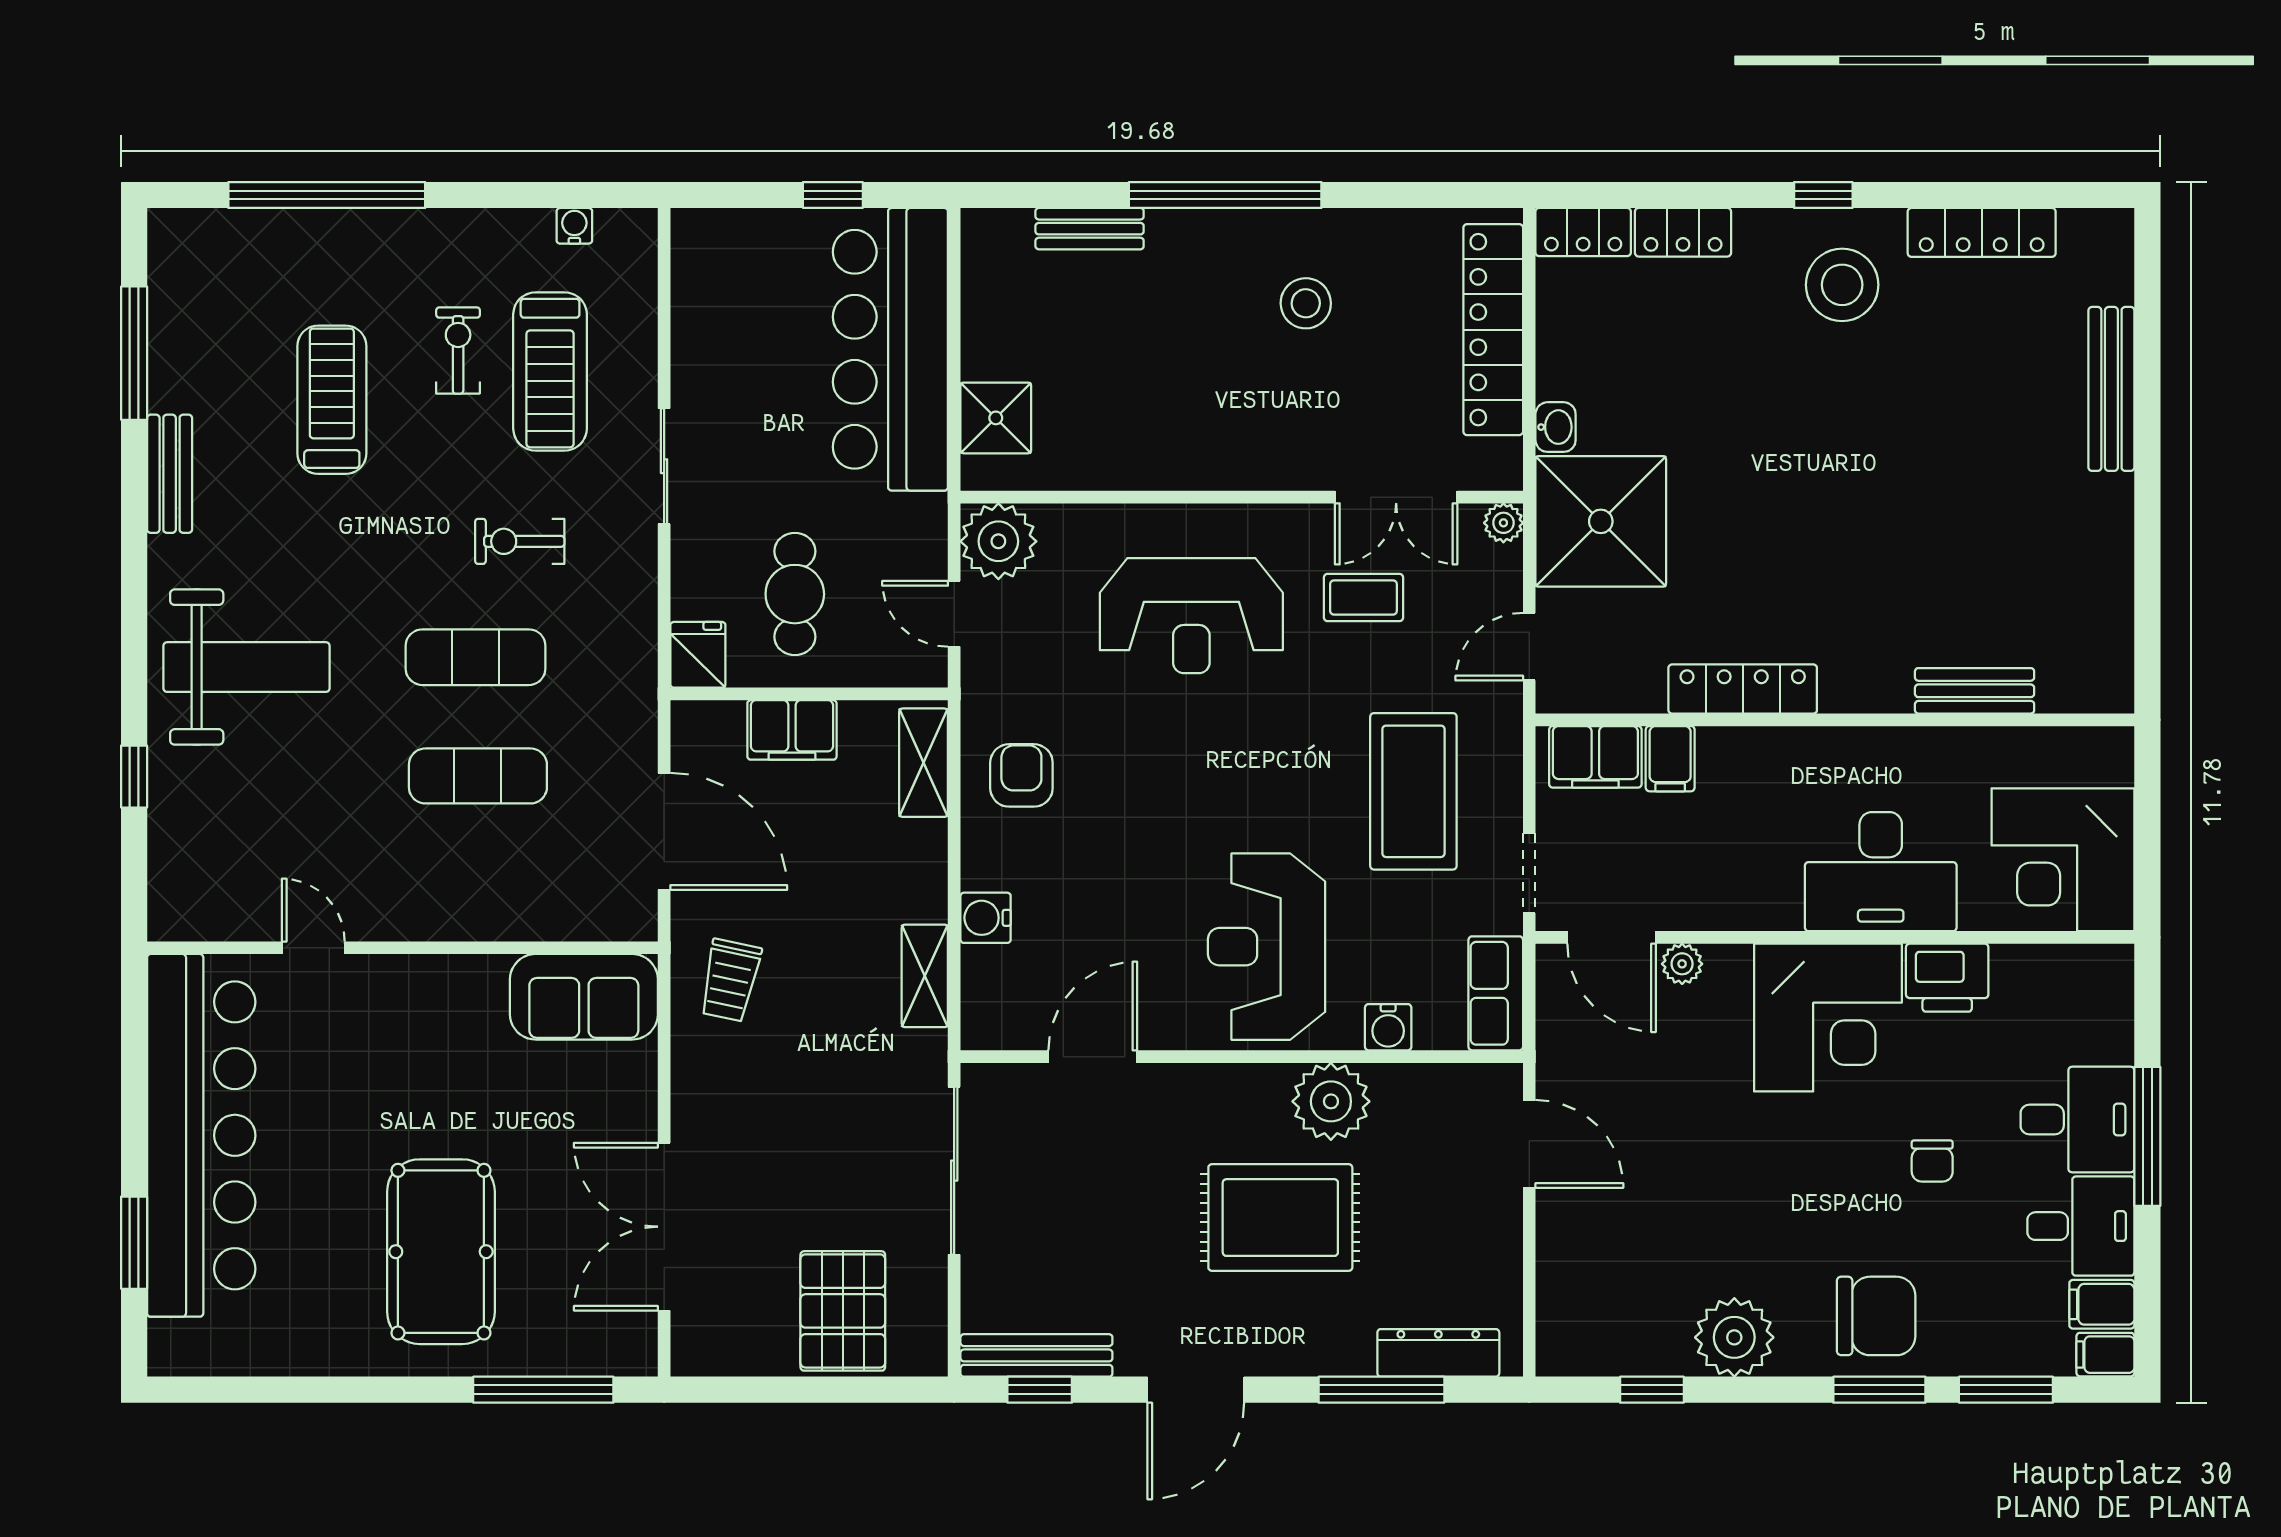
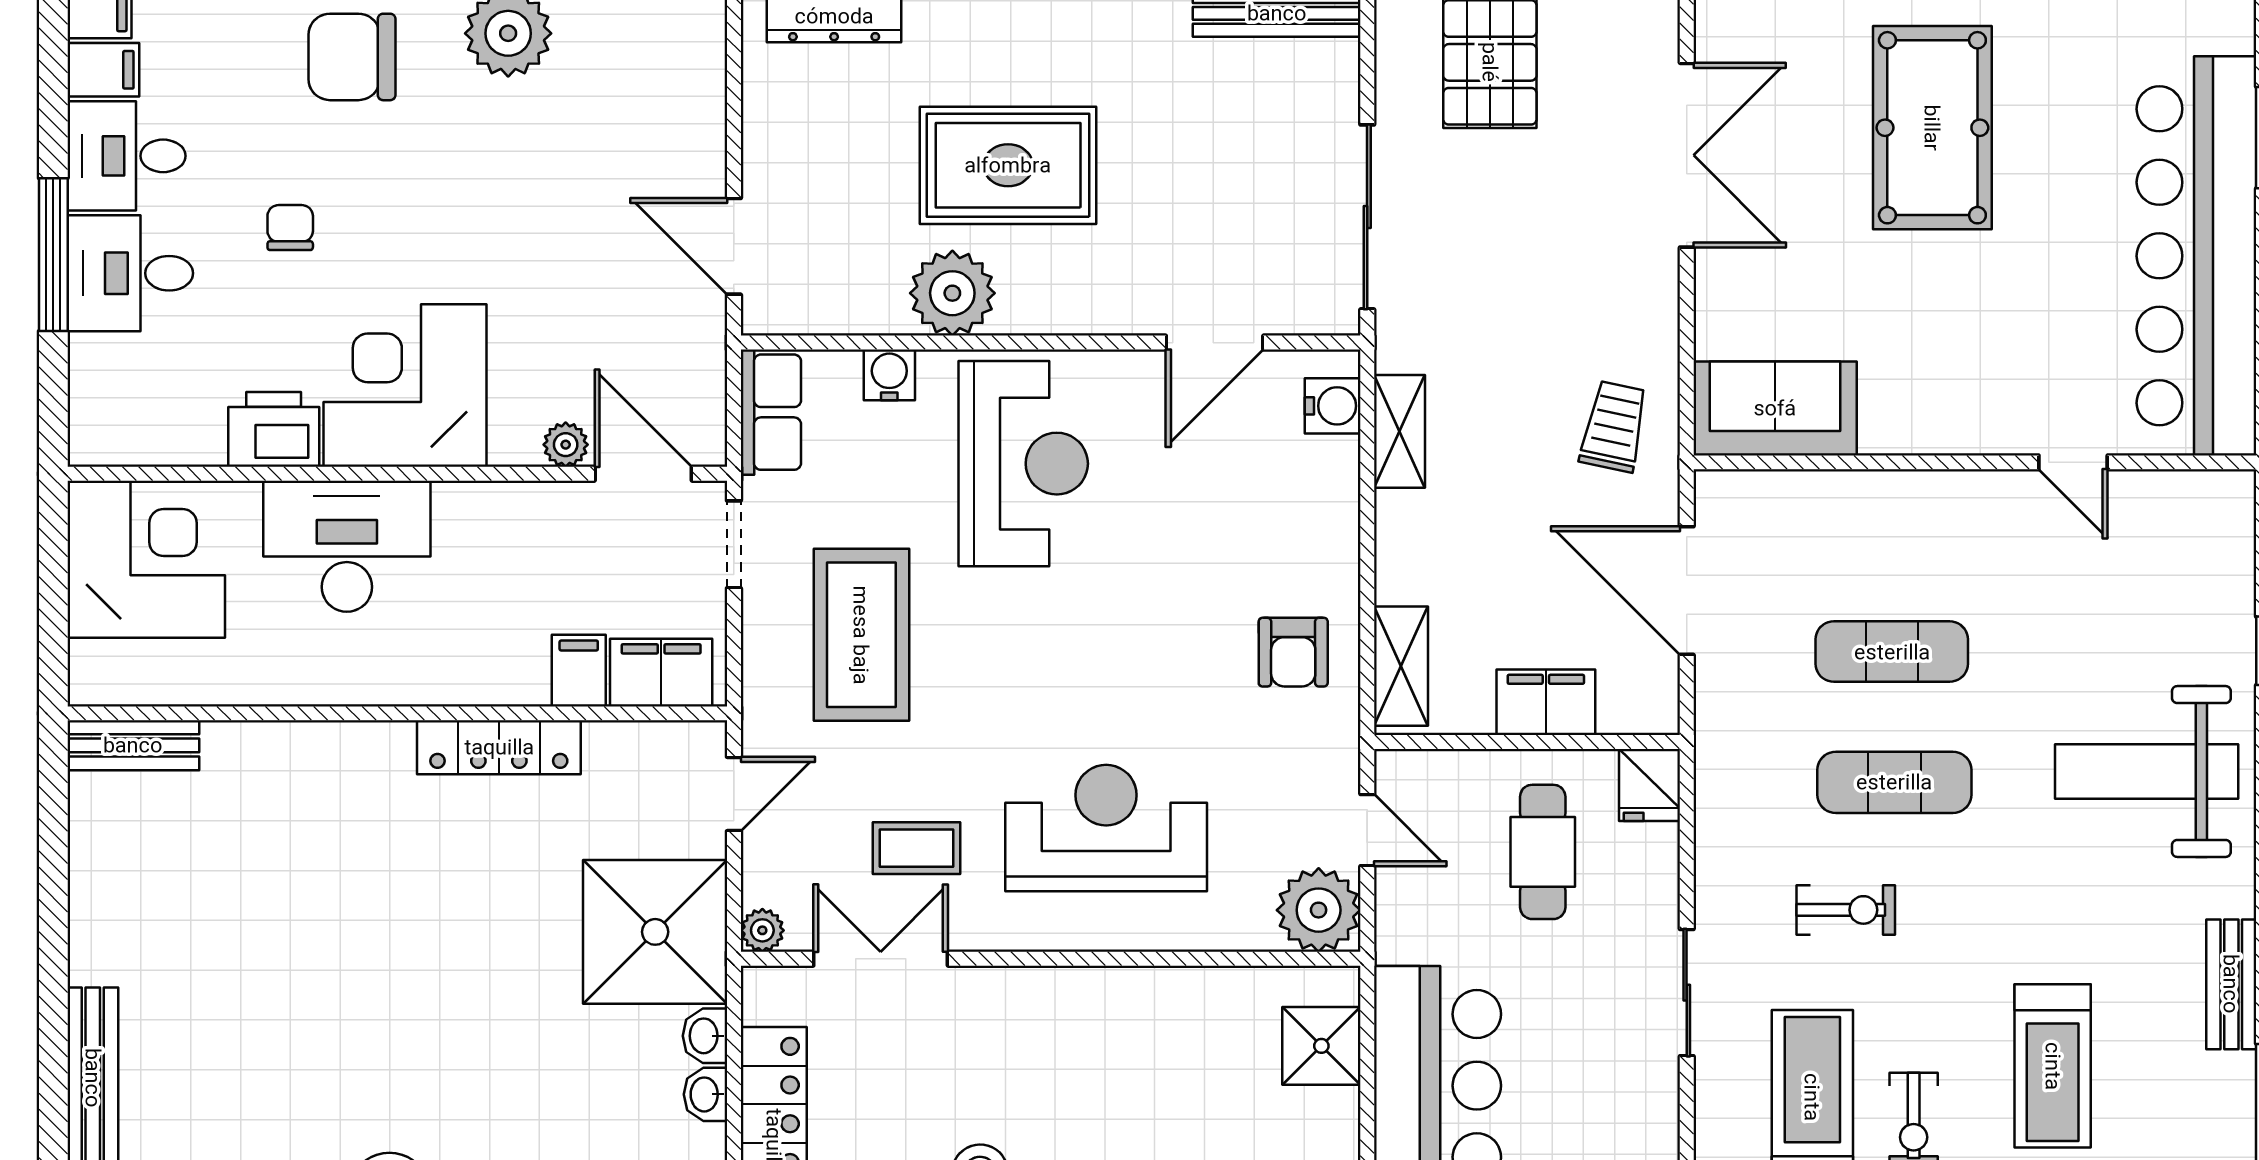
washbasin: (1555, 374) -> (705, 1094), added
bench: (1975, 691) -> (133, 745), moved
water cooler: (986, 918) -> (1333, 406), moved

